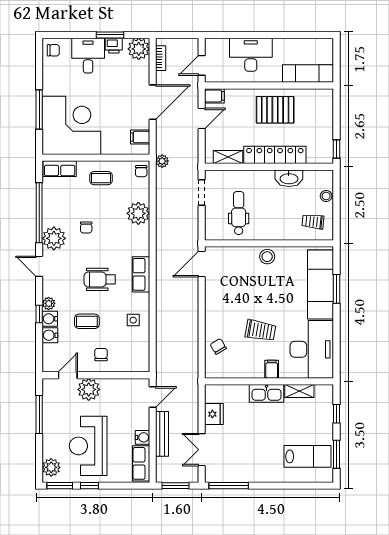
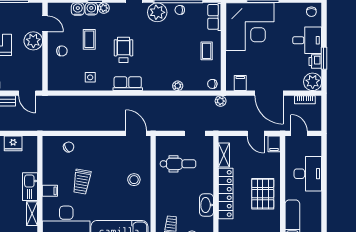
plant: (138, 213) -> (178, 86), width x0.53, depth x0.53
chair: (86, 227) -> (180, 10), moved
stool: (267, 257) -> (134, 180), moved

